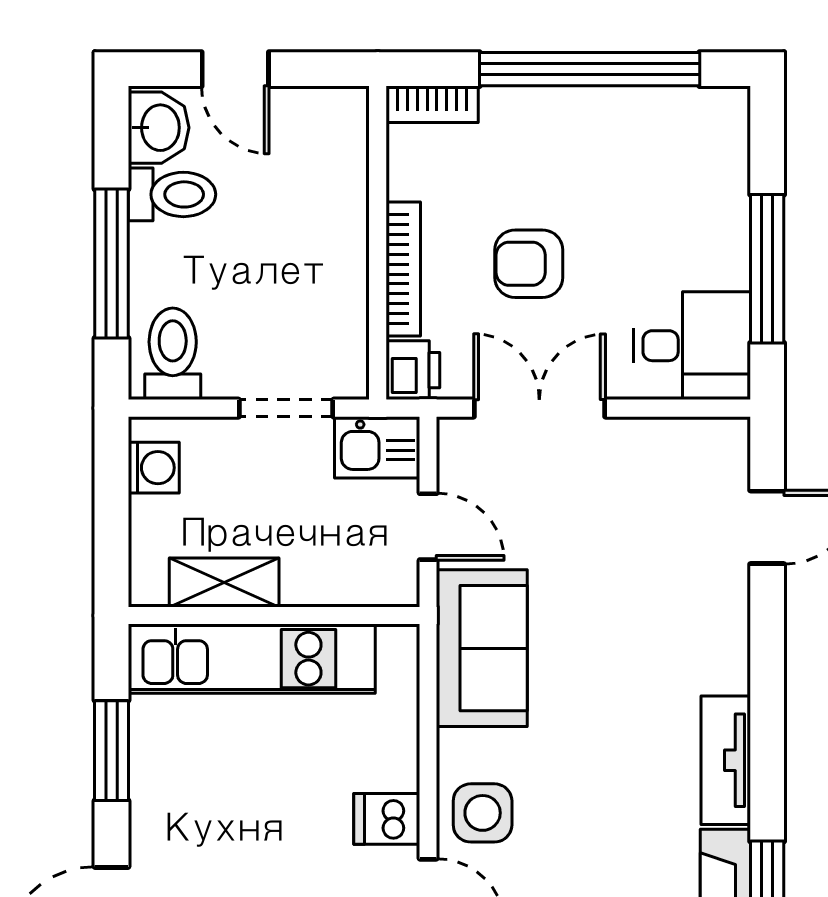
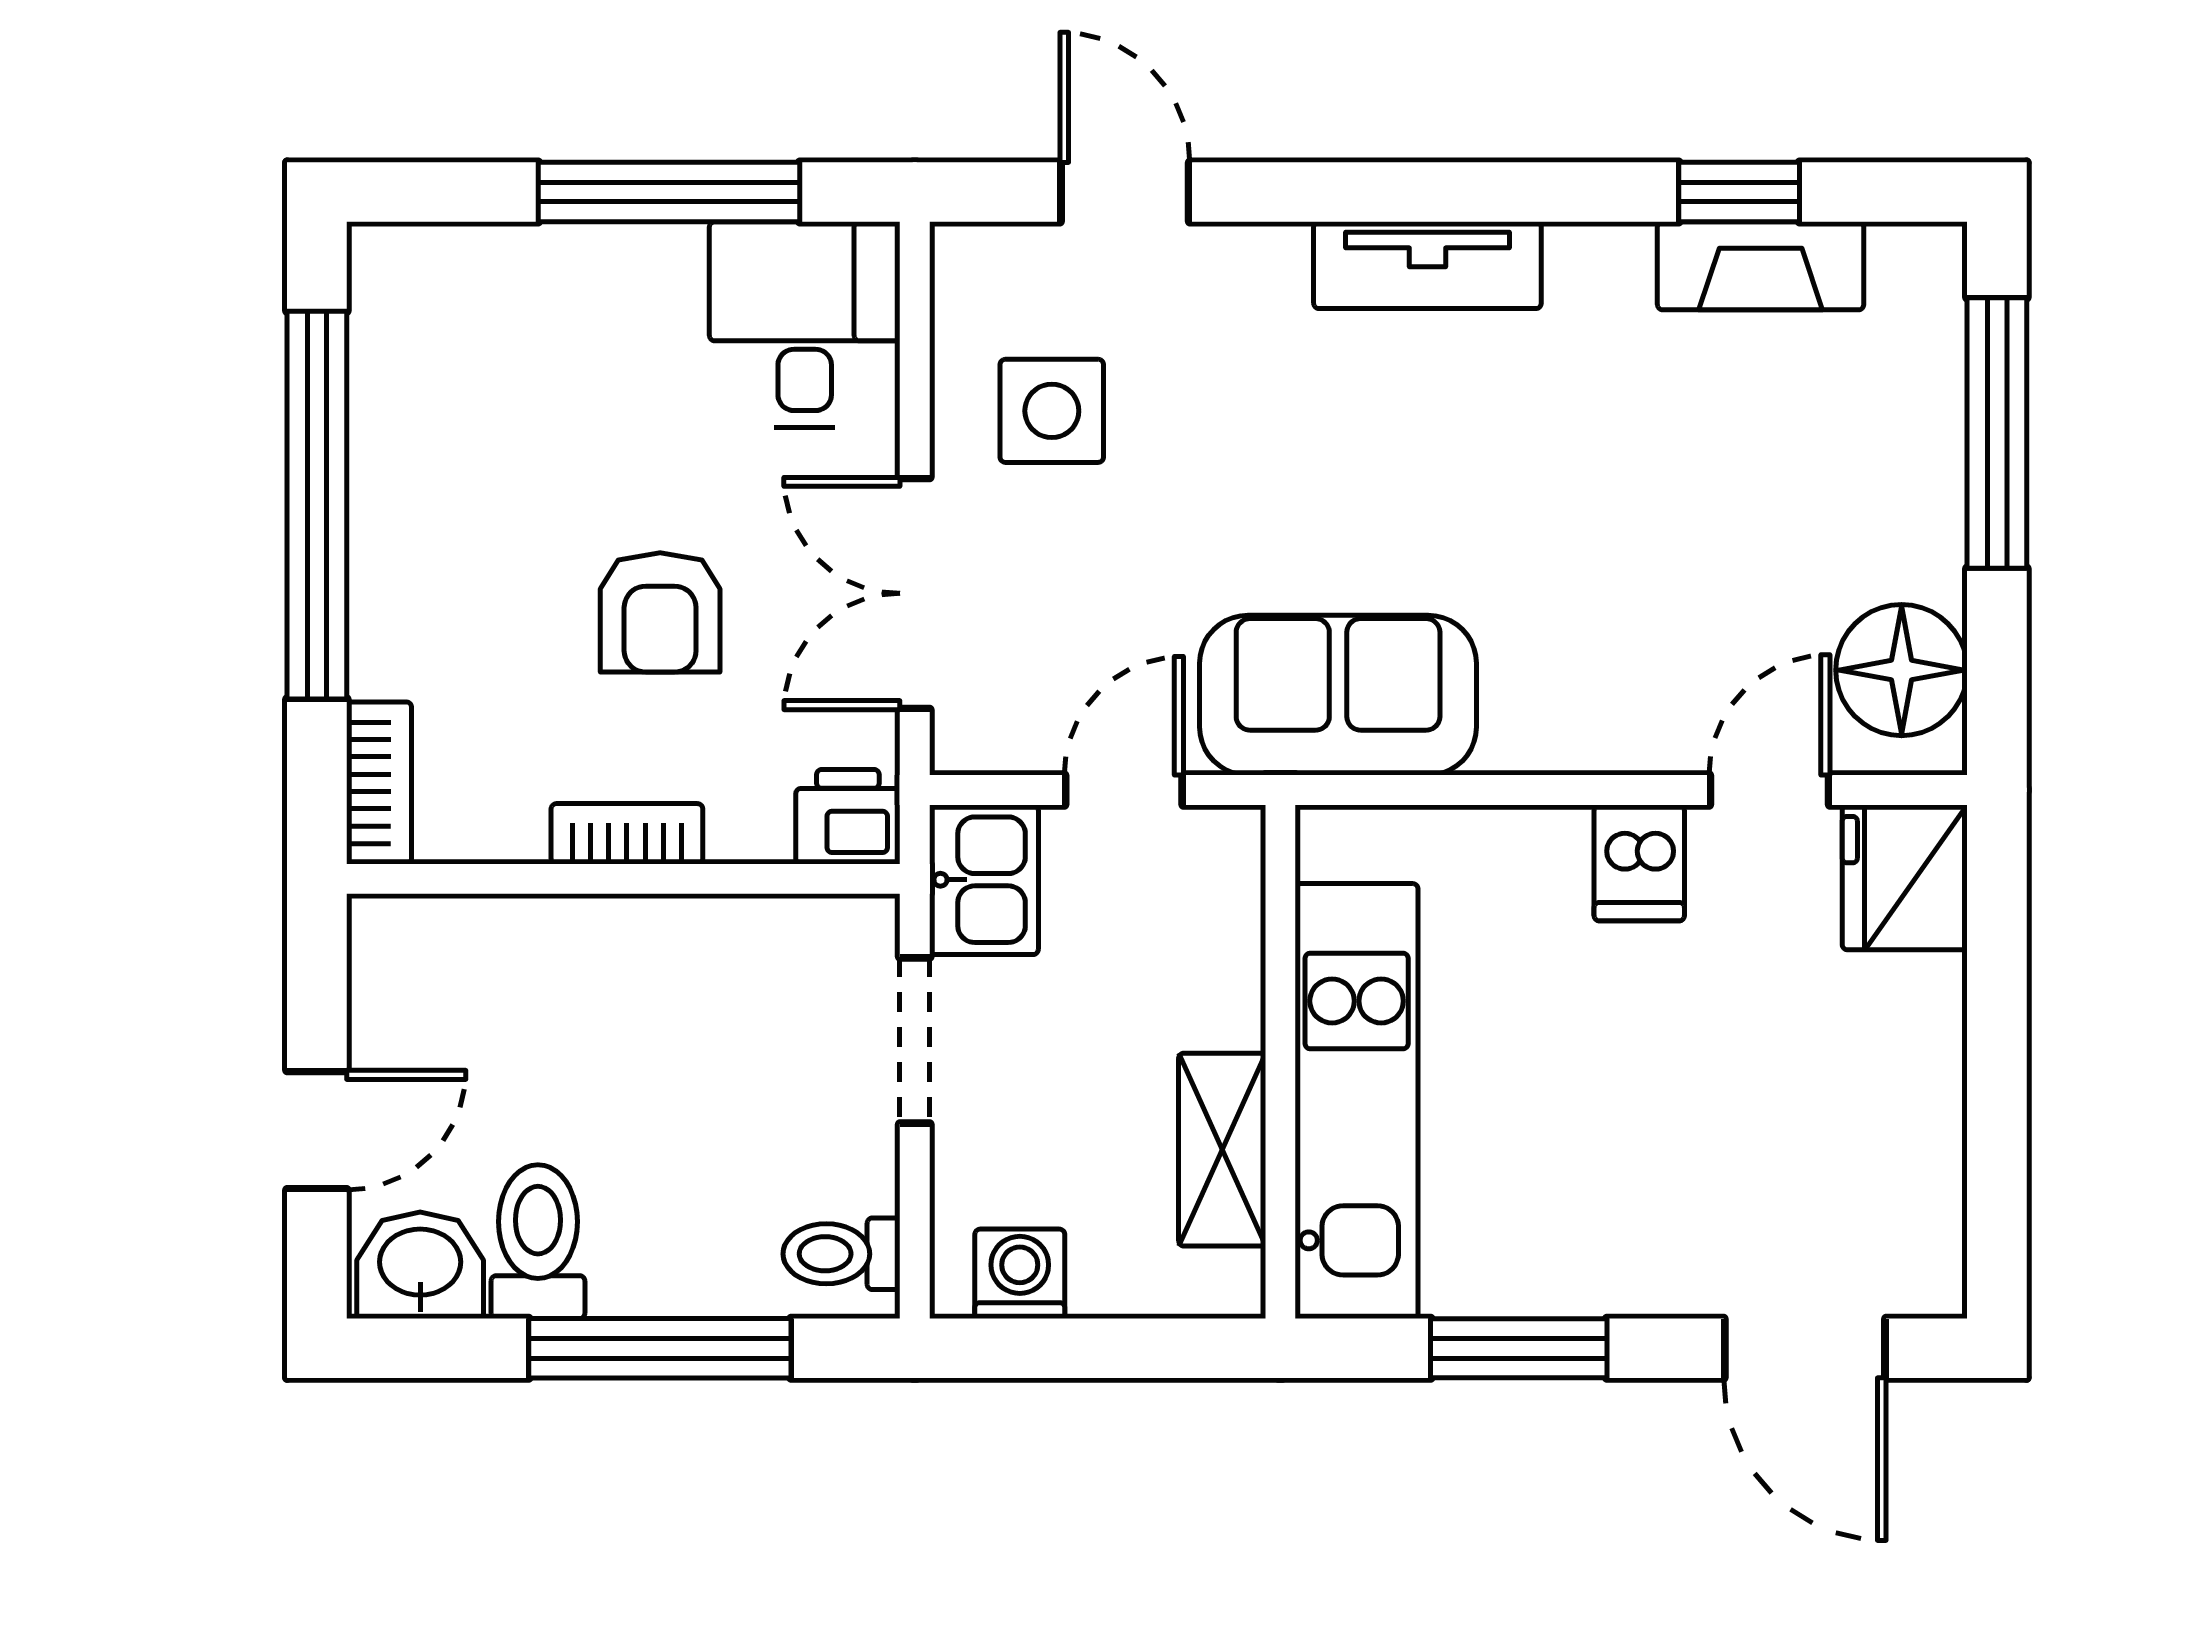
bookcase: (403, 269) -> (627, 834), width x0.64
toilet: (173, 354) -> (841, 1254), width x0.73, depth x0.72
tv unit: (726, 760) -> (1427, 265), moved
side table: (483, 813) -> (1052, 411), moved

